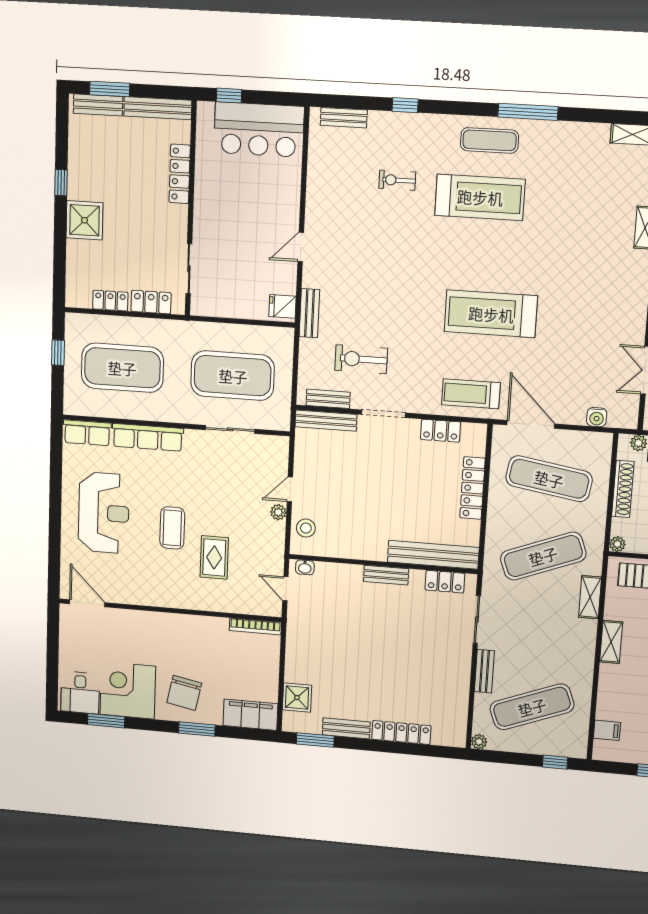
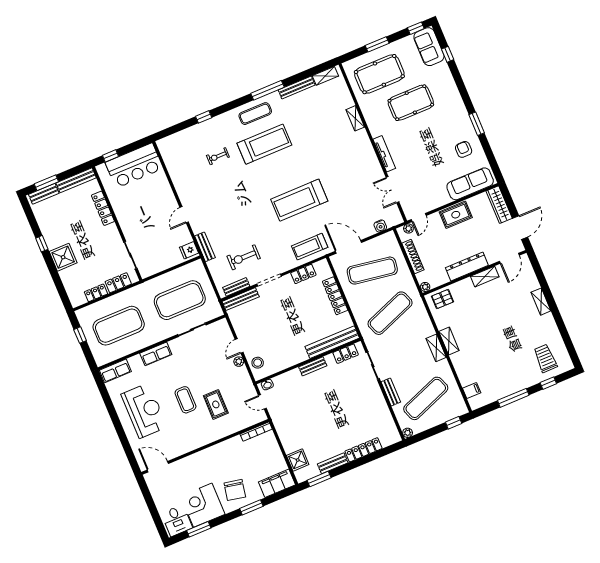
bench: (344, 118) -> (297, 88), moved, width x1.36
row of seats: (148, 437) -> (156, 354), width x0.68
shelving: (590, 597) -> (436, 348), moved

